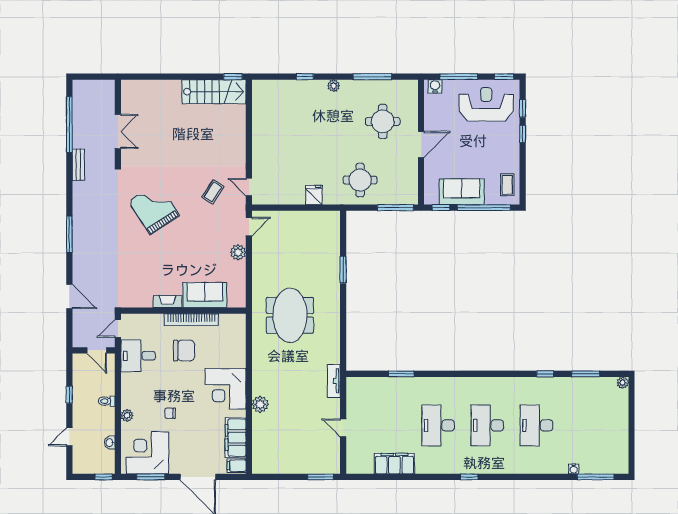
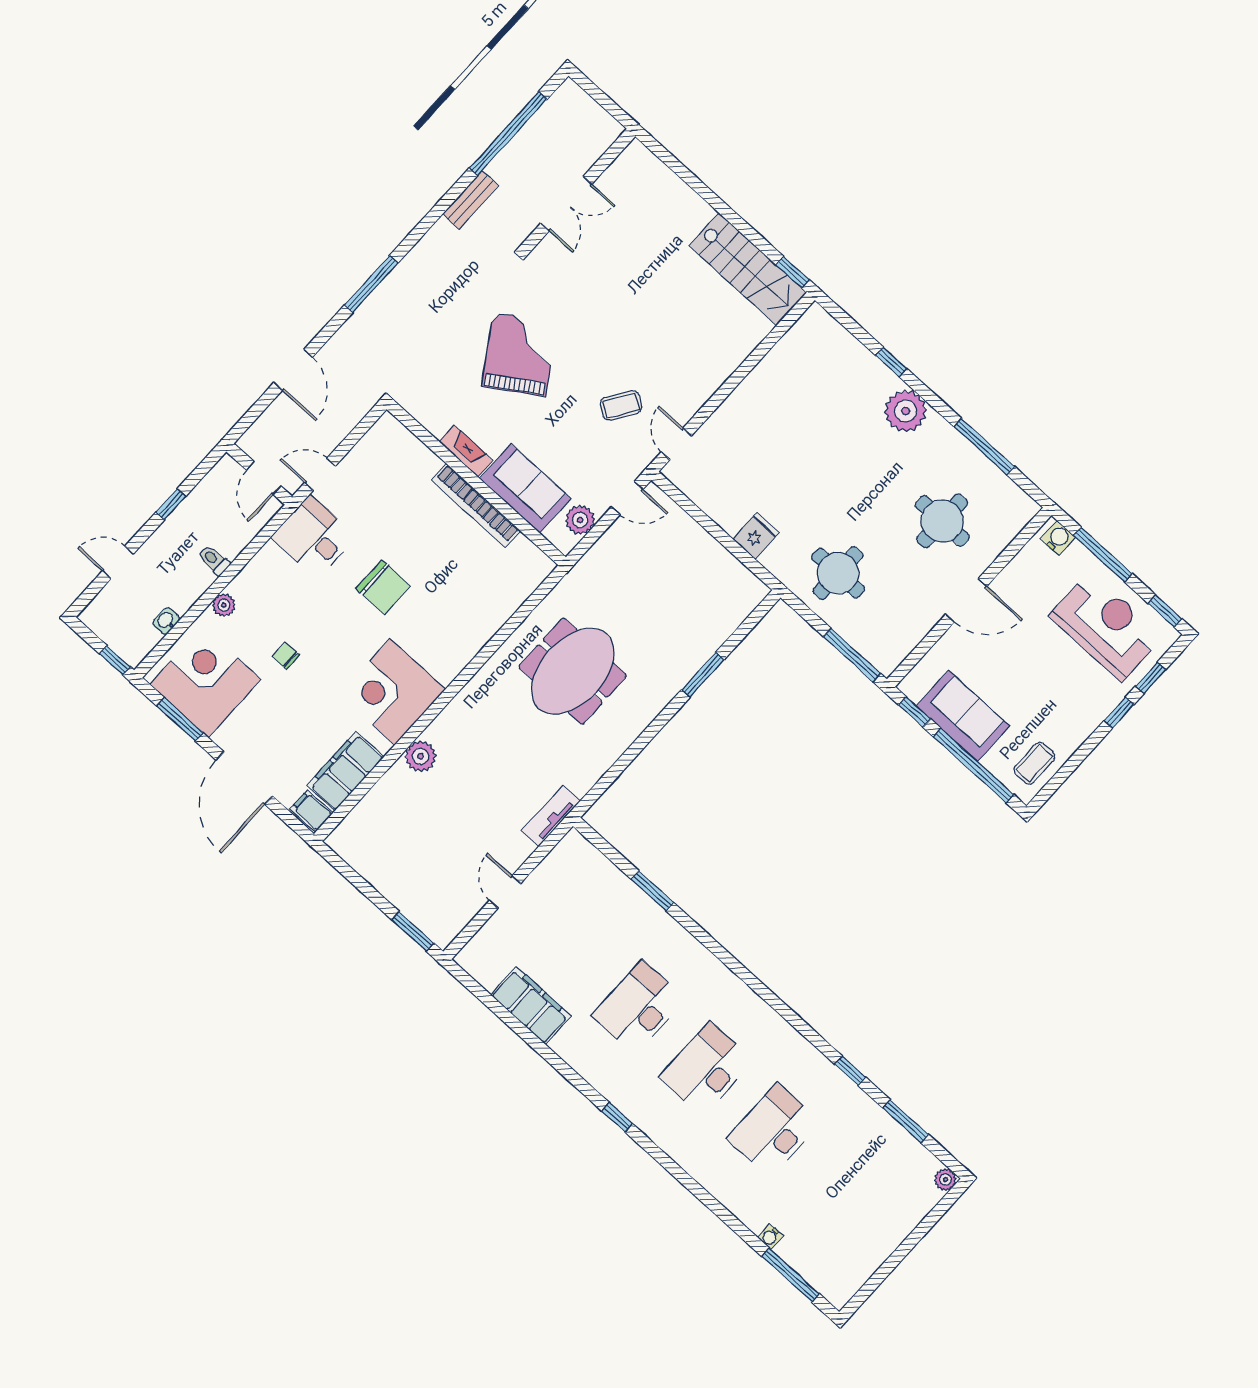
plant: (334, 86) -> (906, 411), width x1.88, depth x1.88
sofa: (205, 295) -> (525, 488), moved
fireplace: (168, 302) -> (466, 451), moved
wall: (183, 311) -> (476, 483), moved
bookcase: (191, 320) -> (476, 505), moved

